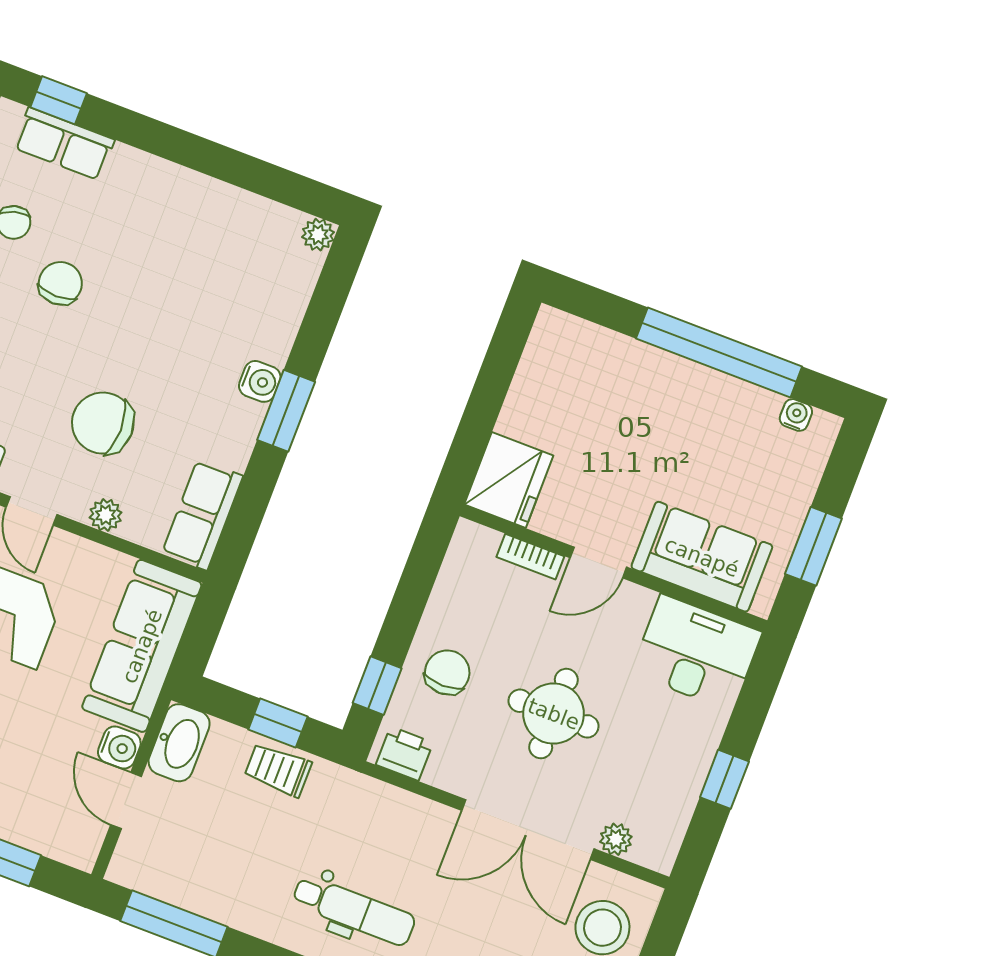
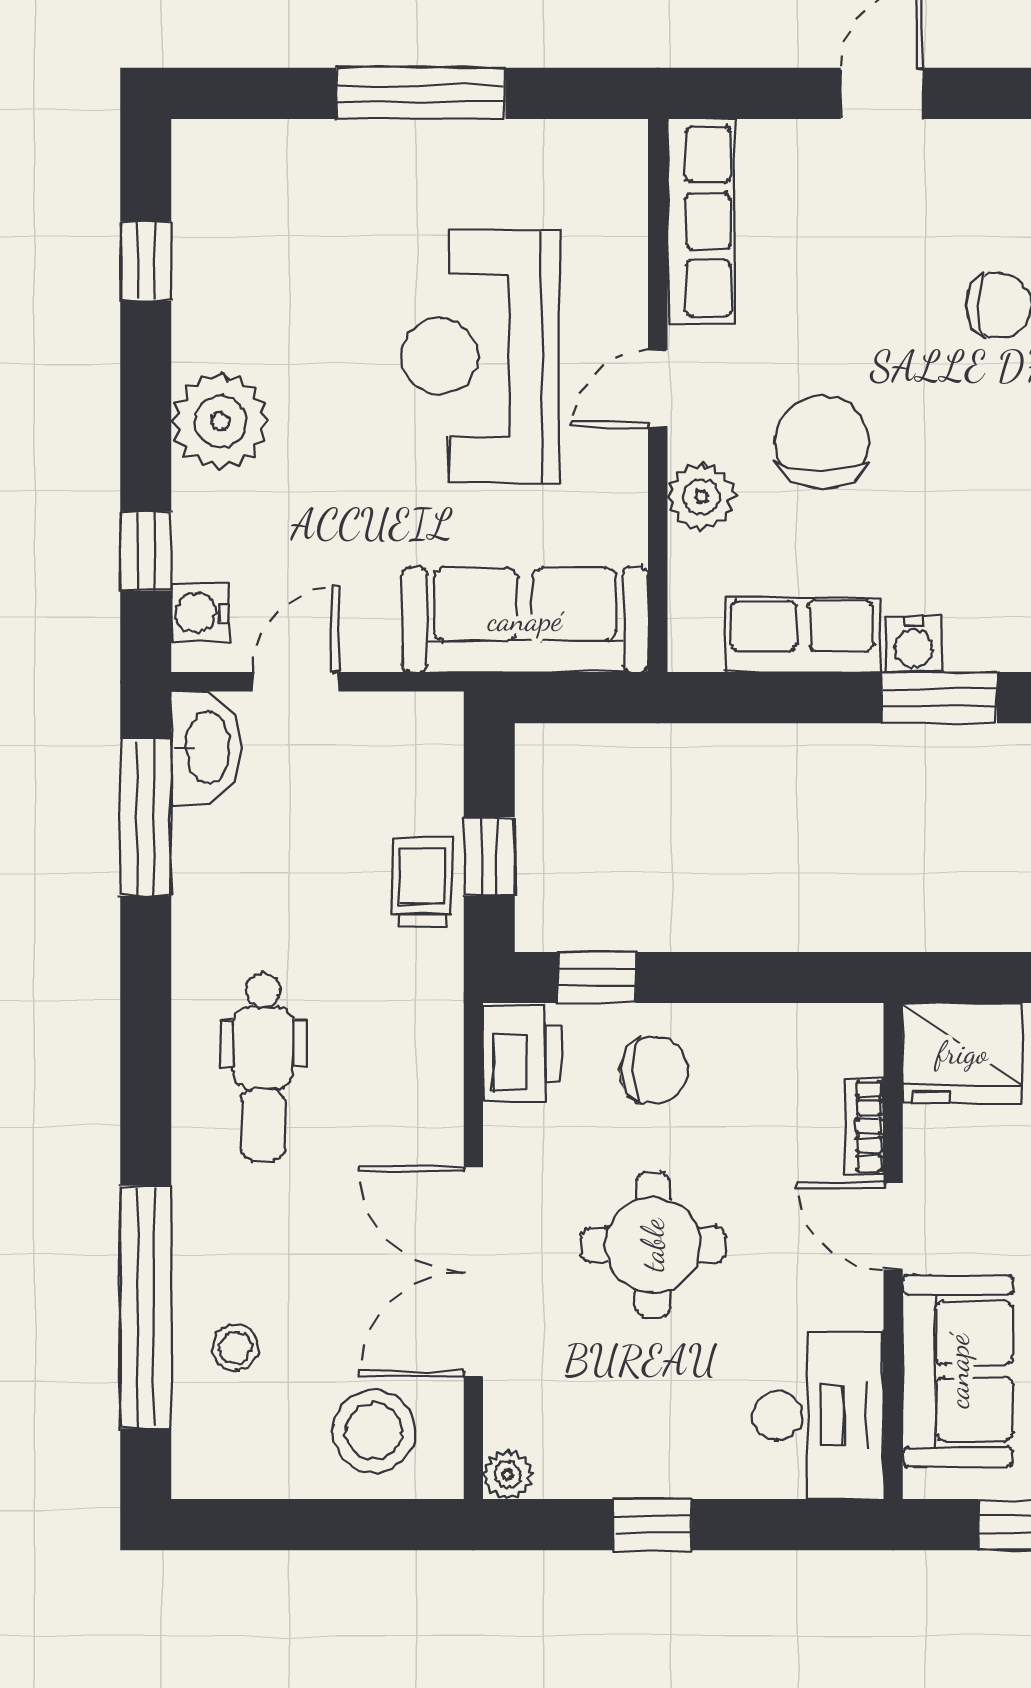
water cooler: (260, 381) -> (914, 644), moved
plant: (106, 515) -> (702, 497), width x1.38, depth x1.38
row of seats: (202, 515) -> (802, 635), moved
washbasin: (179, 743) -> (206, 748), moved, turned -90
water cooler: (119, 747) -> (200, 613), moved, turned 90
printer: (404, 753) -> (522, 1054), width x1.36, depth x1.24
plant: (616, 839) -> (508, 1474), moved

